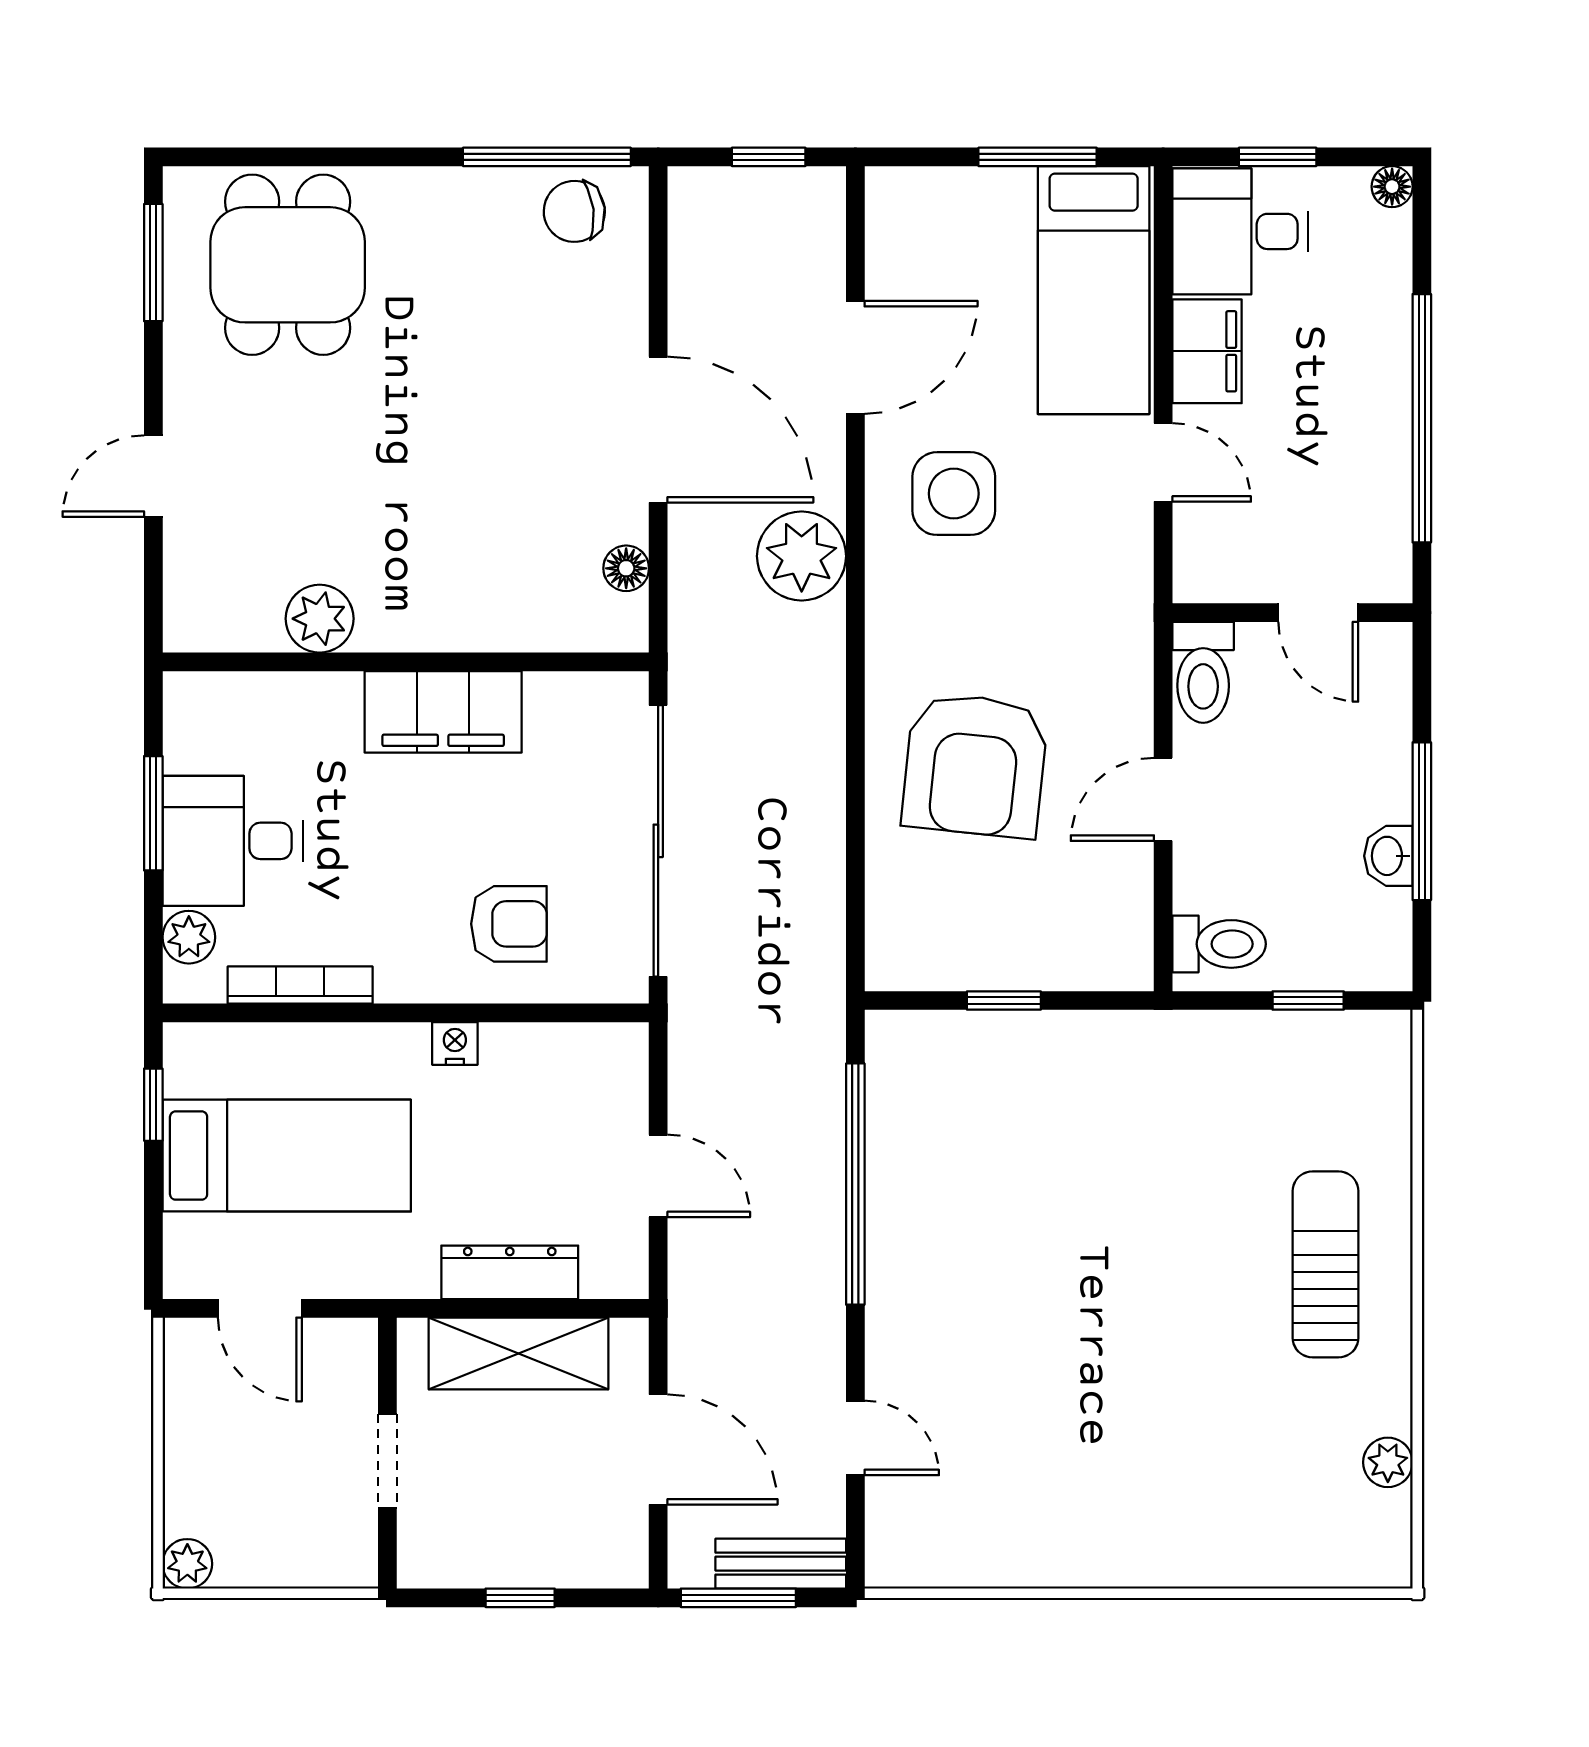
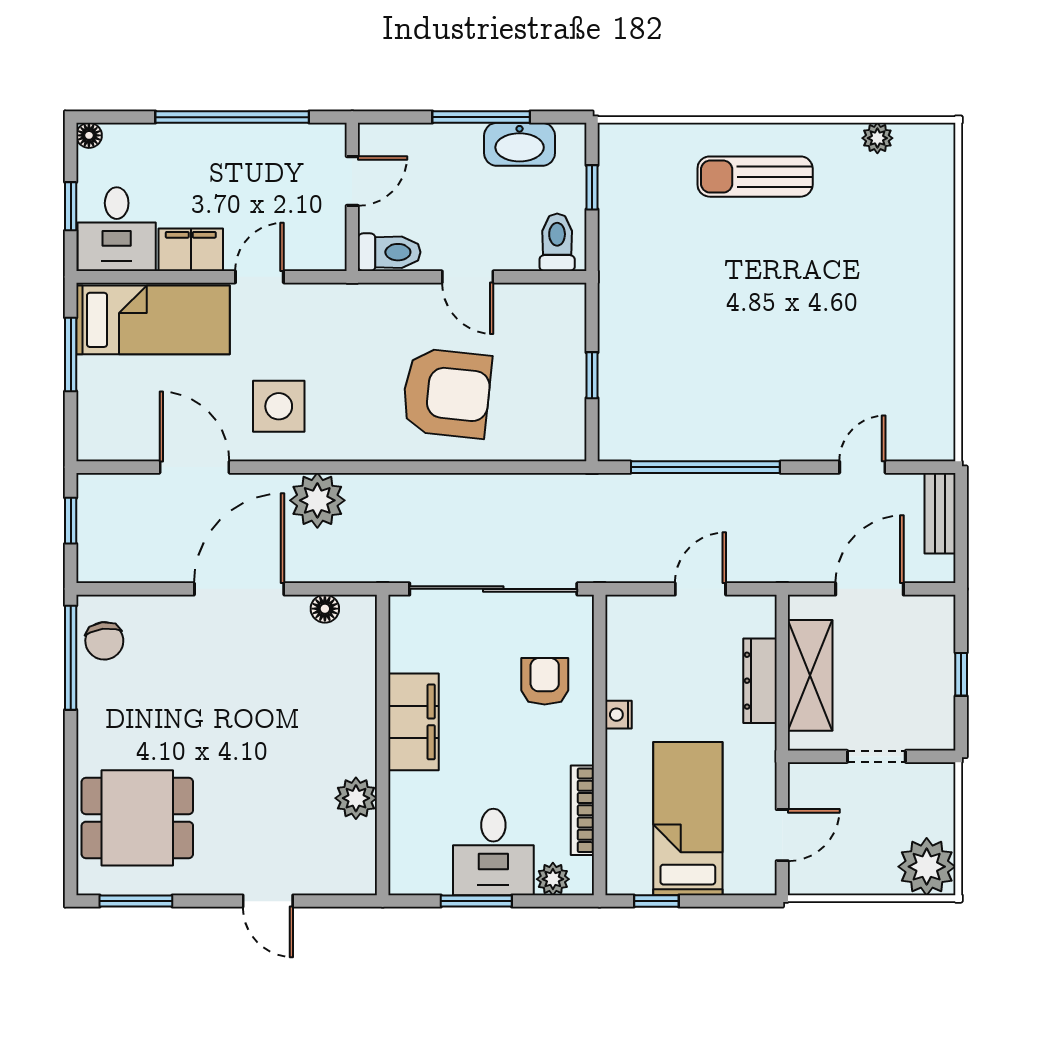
washbasin: (1388, 856) -> (520, 144), width x1.91, depth x1.45
plant: (187, 1564) -> (927, 867), width x1.87, depth x1.87
window: (738, 1598) -> (961, 539), removed

